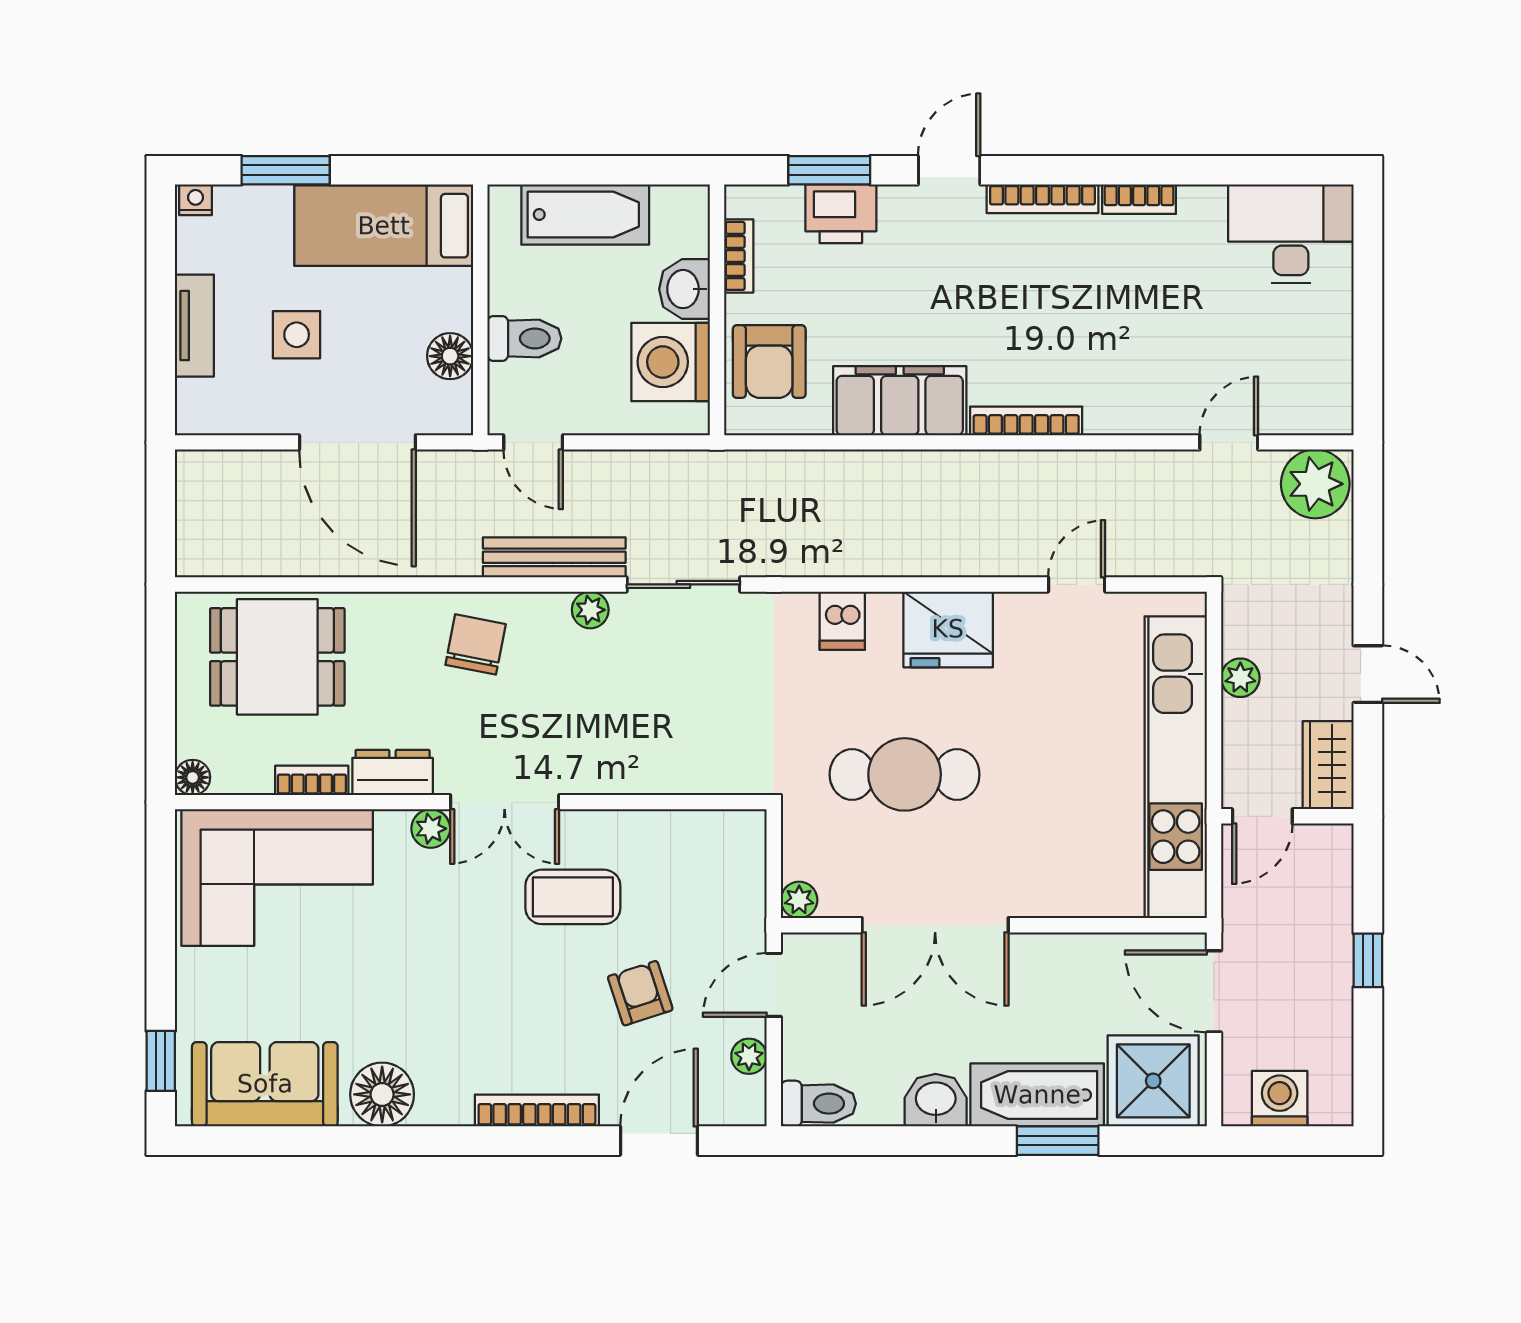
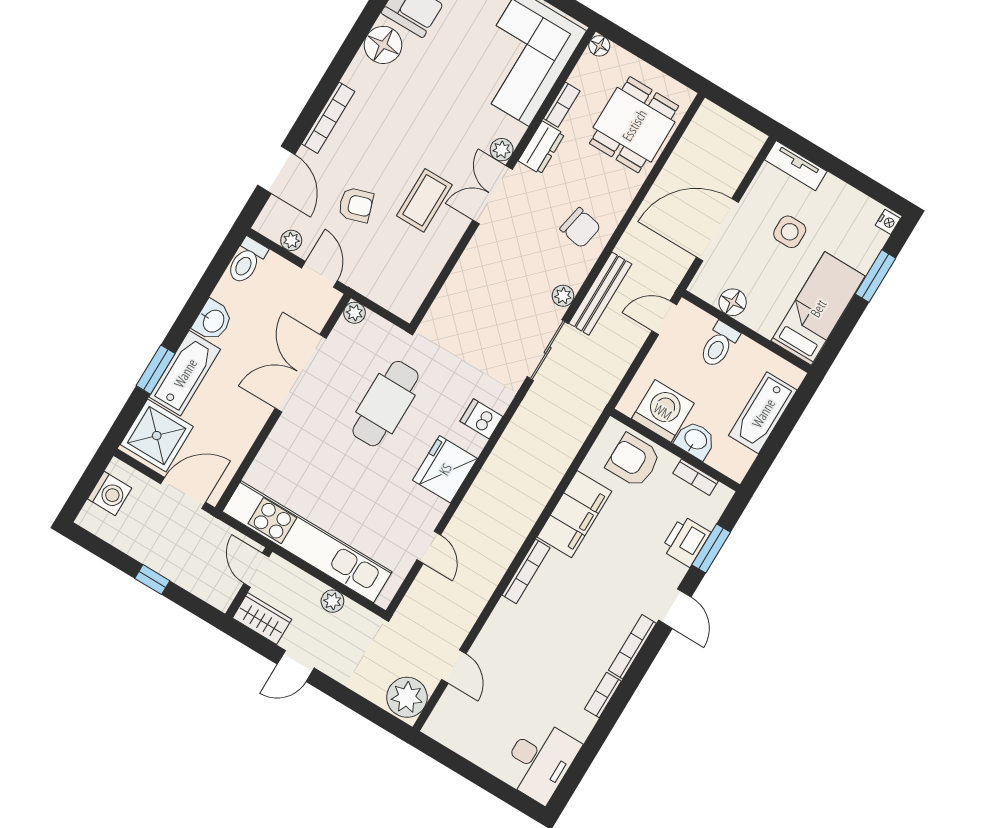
tv unit: (194, 326) -> (796, 166), moved

